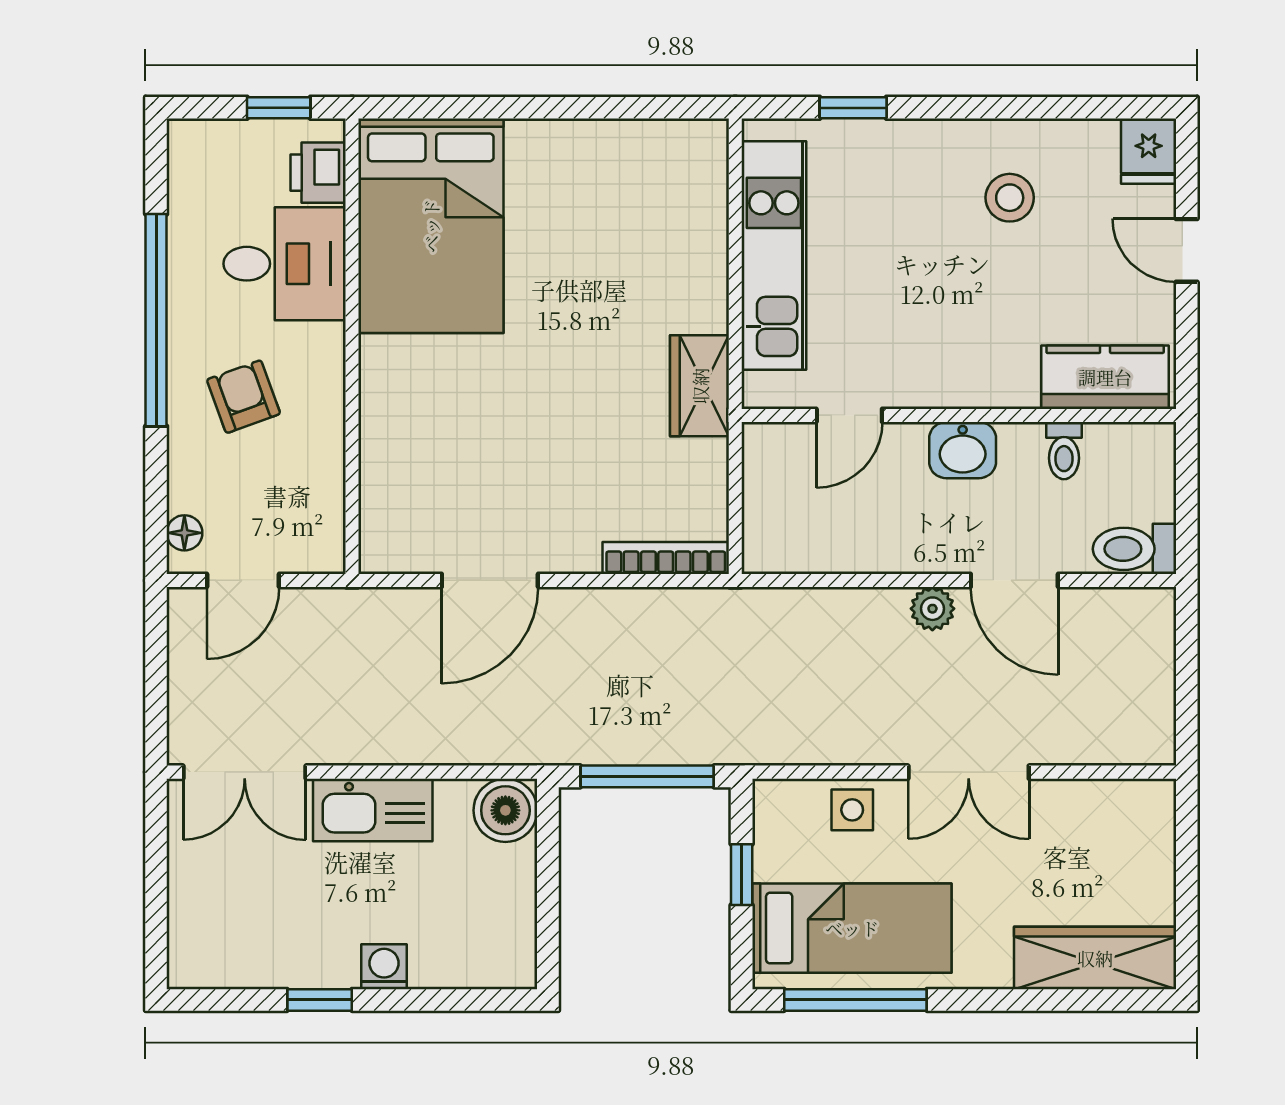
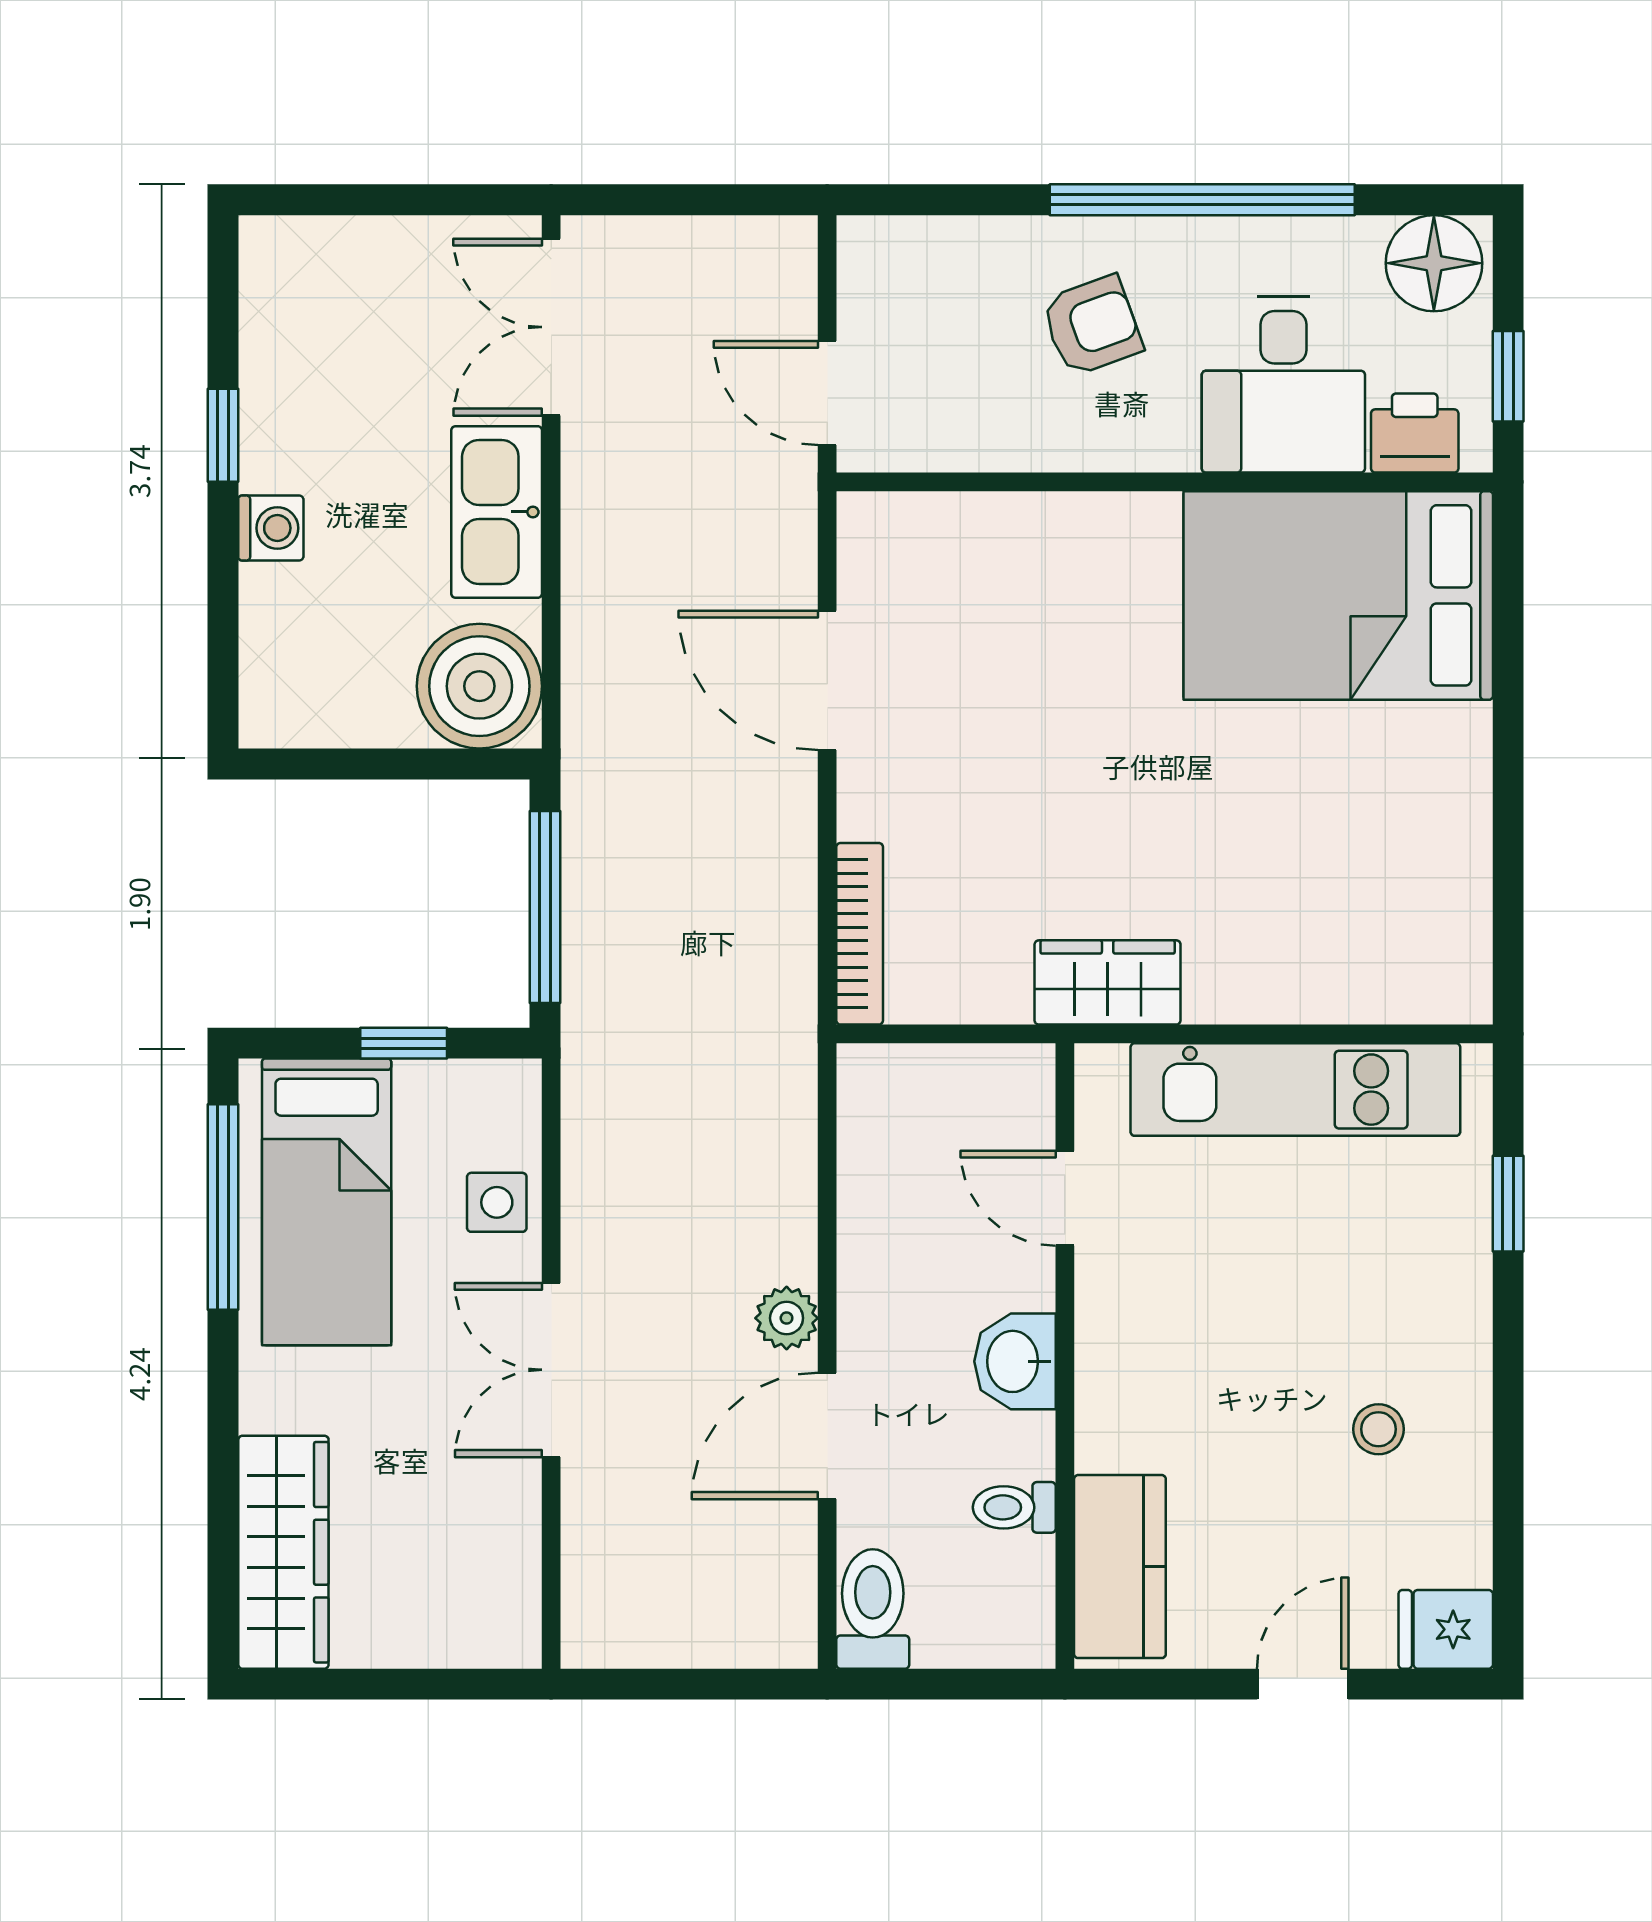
stool: (1010, 198) -> (1379, 1429), width x0.73, depth x0.73
floor lamp: (184, 533) -> (1434, 263), moved, width x1.89, depth x1.89
door: (243, 580) -> (827, 393), moved
boiler: (505, 810) -> (479, 686), width x1.37, depth x1.37

